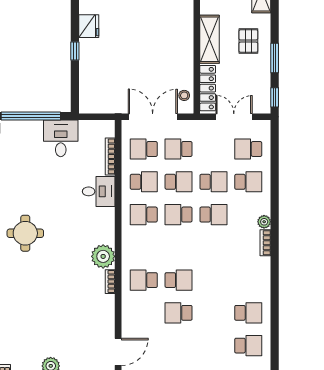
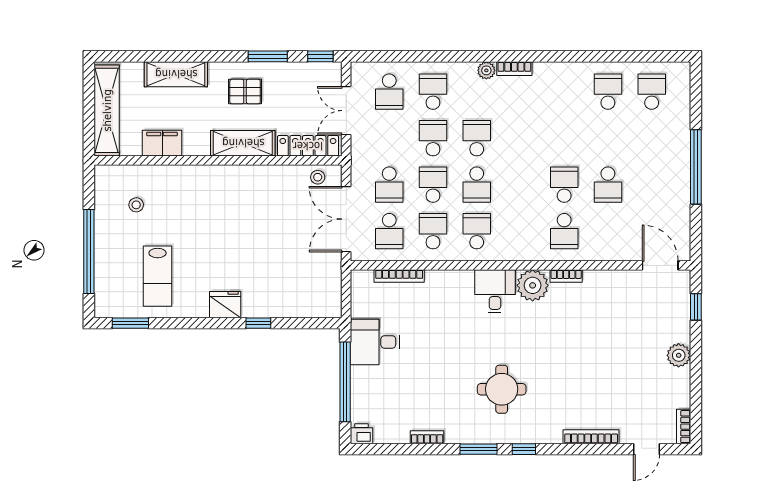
desk: (99, 191) -> (495, 291), moved
school desk: (144, 215) -> (477, 231), turned 180

